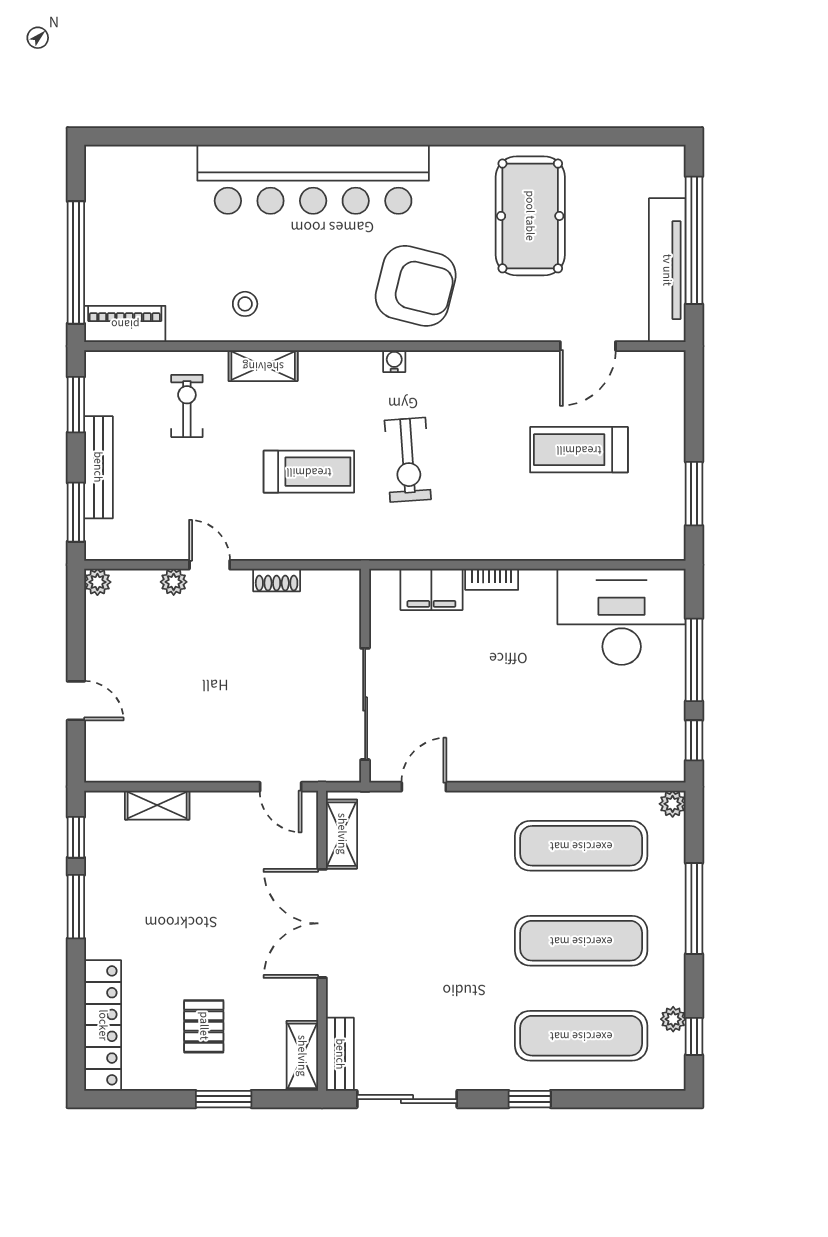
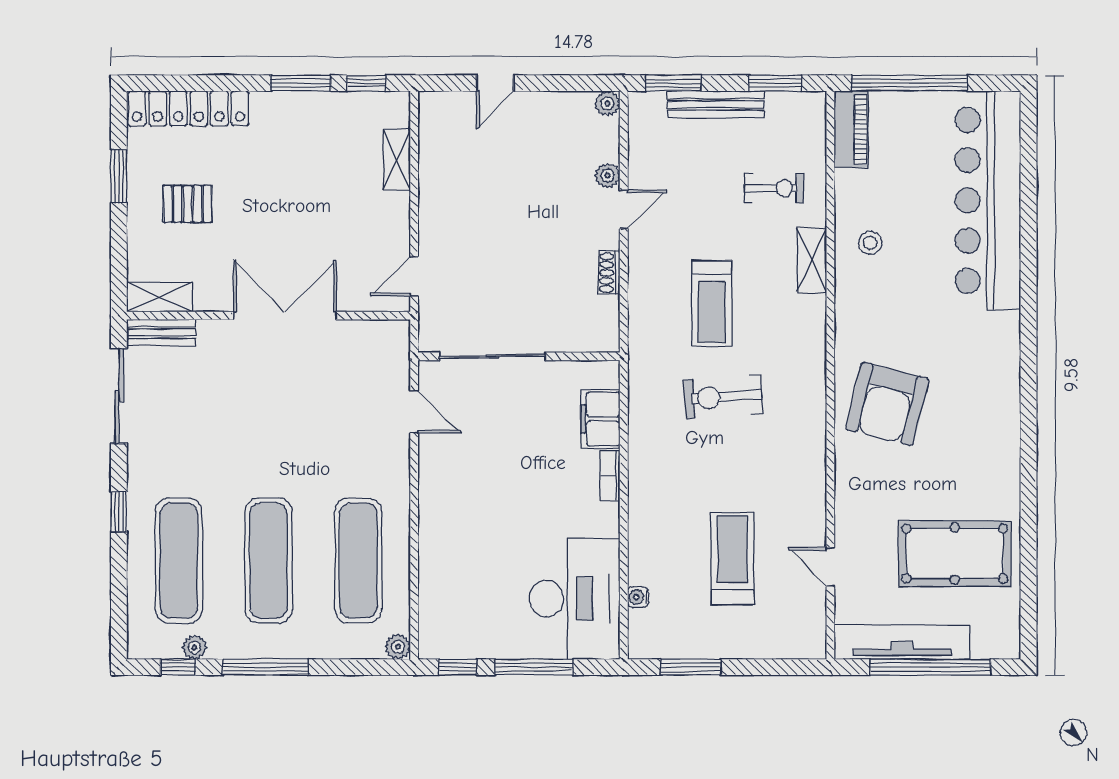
bar counter: (313, 179) -> (988, 200), moved
pool table: (530, 216) -> (955, 554), moved
door: (588, 346) -> (830, 567), width x0.73
water cooler: (394, 361) -> (638, 597), moved, turned 180
shelving: (342, 834) -> (369, 334), removed
window: (694, 908) -> (265, 667), moved
window: (224, 1099) -> (119, 176), moved

